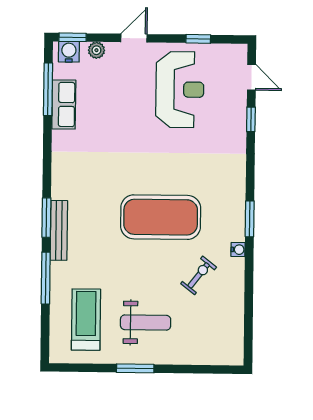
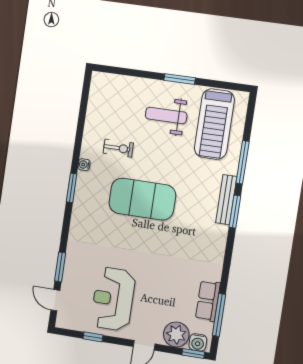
plant: (96, 50) -> (176, 334), width x1.88, depth x1.88
window: (251, 119) -> (60, 267), width x1.50
exercise bike: (199, 275) -> (118, 148), turned -128
treadmill: (86, 320) -> (214, 124), width x1.37, depth x1.38

